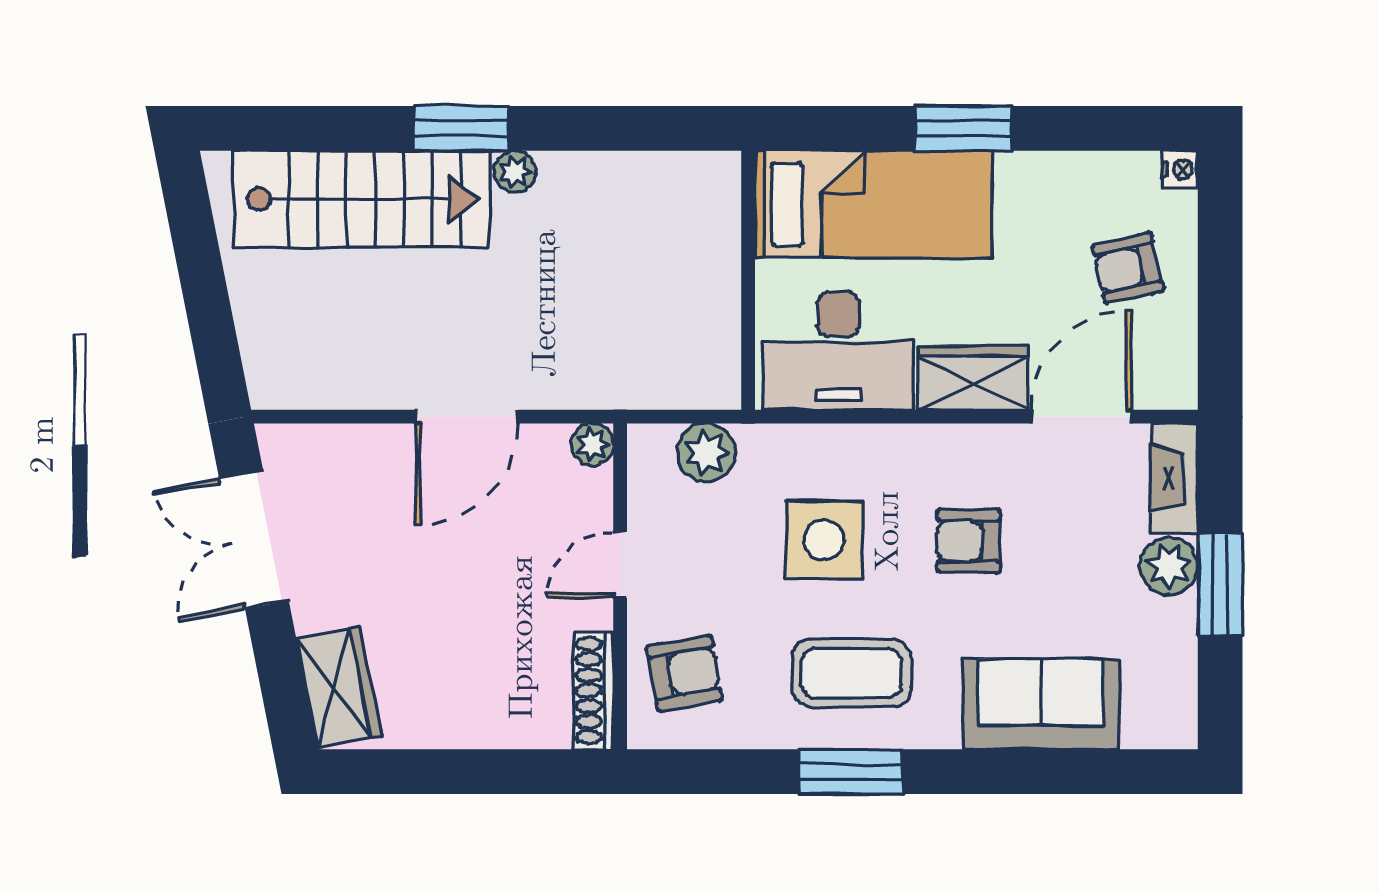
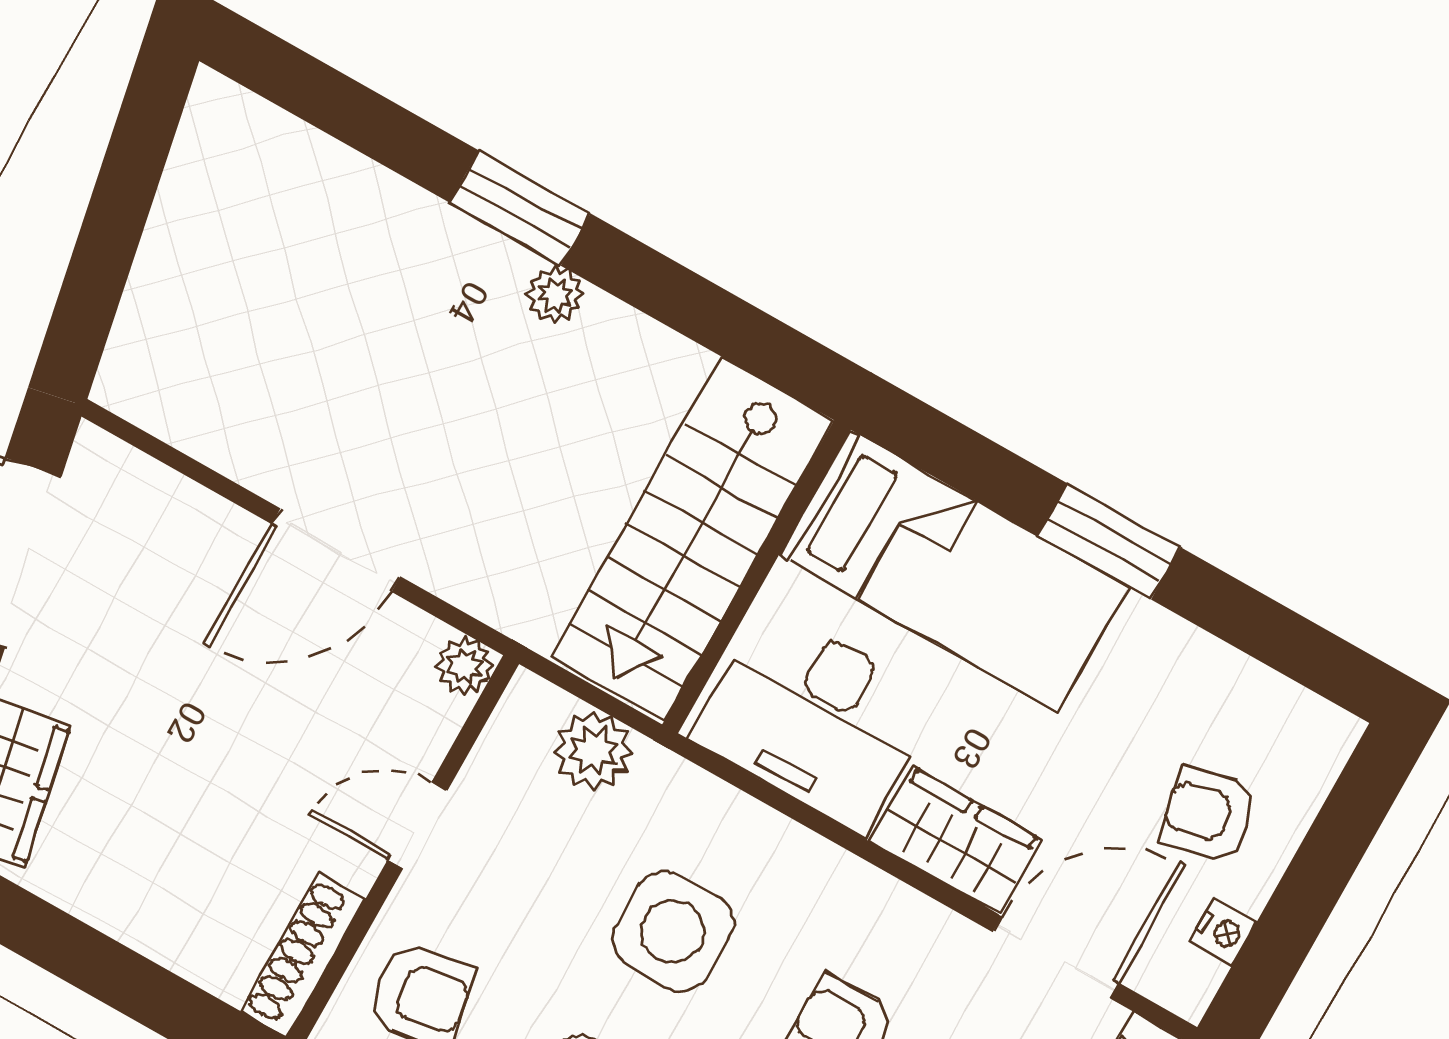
nightstand: (1180, 169) -> (1223, 932), moved
stairs: (361, 199) -> (692, 539), moved, turned 90

